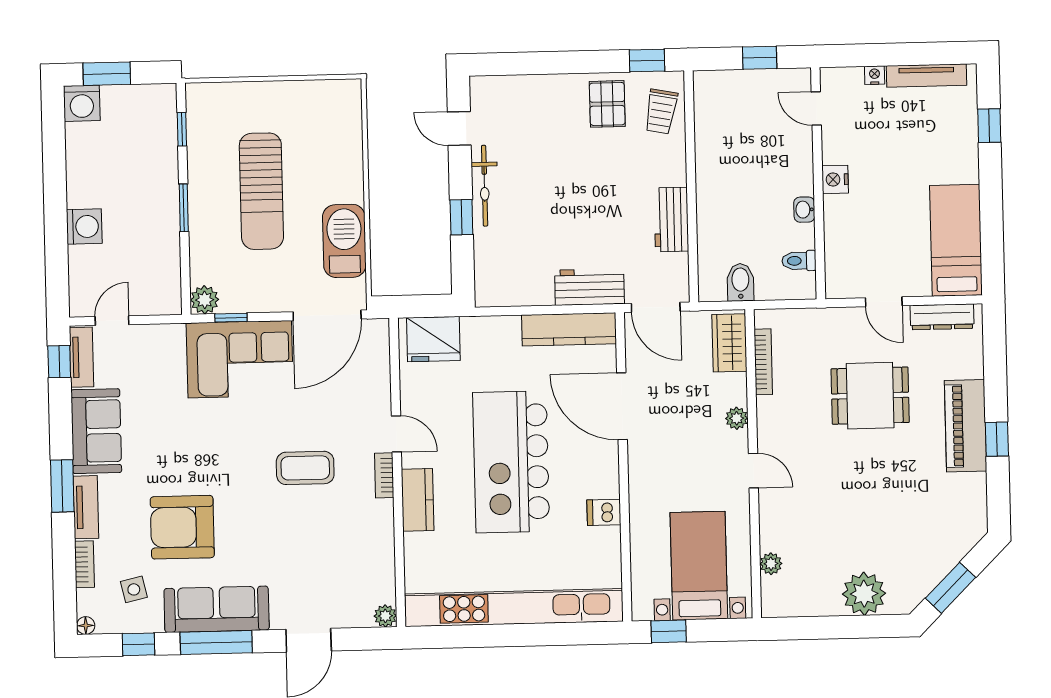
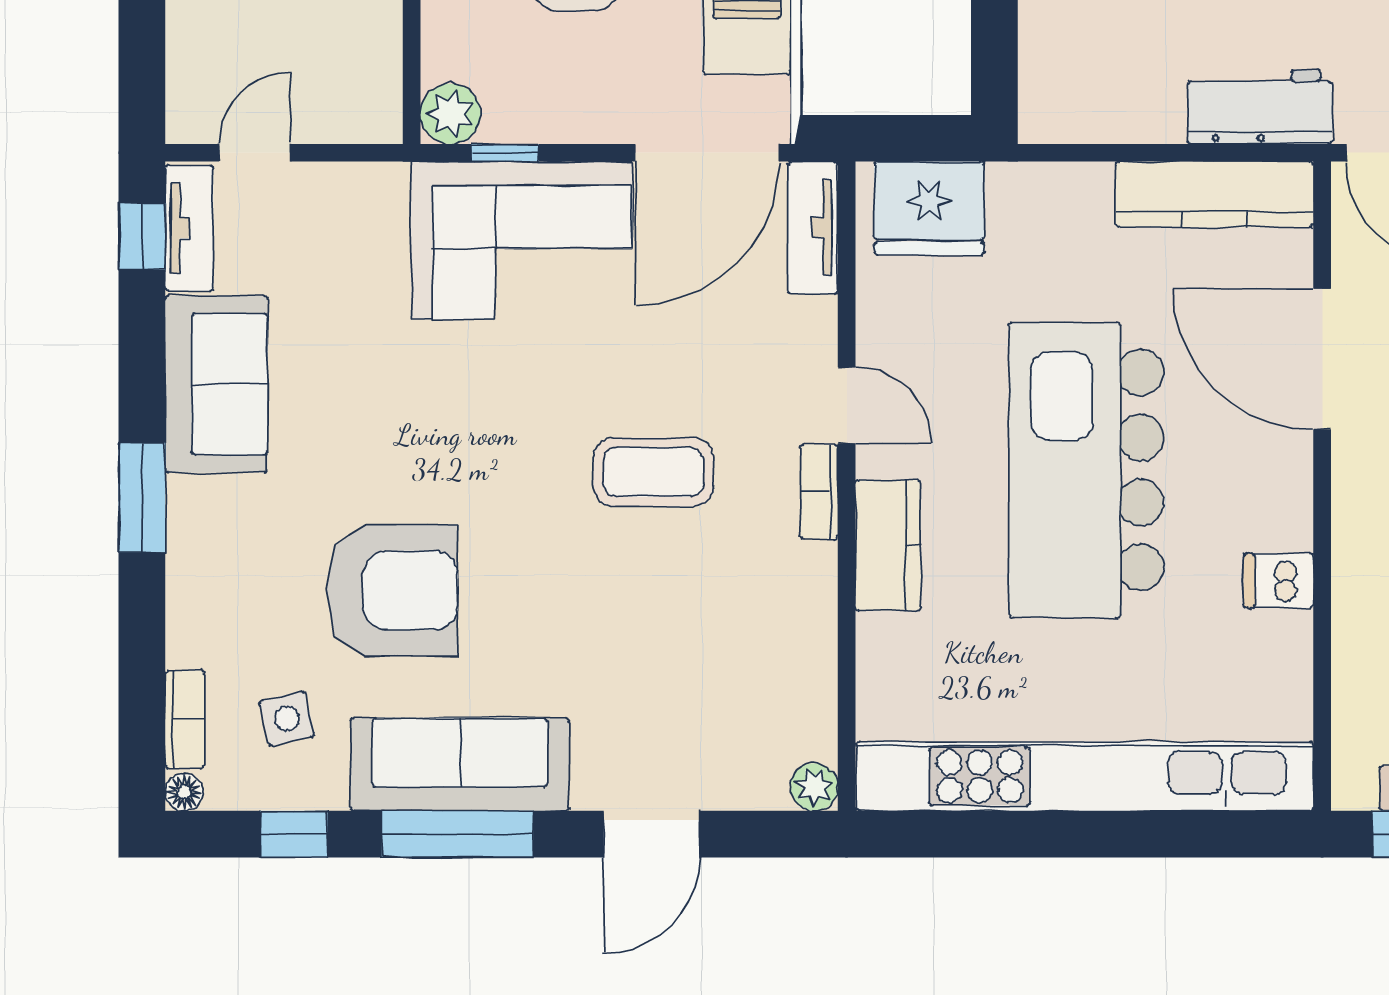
tv unit: (86, 507) -> (813, 228), moved, turned 180
armchair: (182, 527) -> (392, 590), turned 180
bookcase: (84, 564) -> (185, 719), moved

